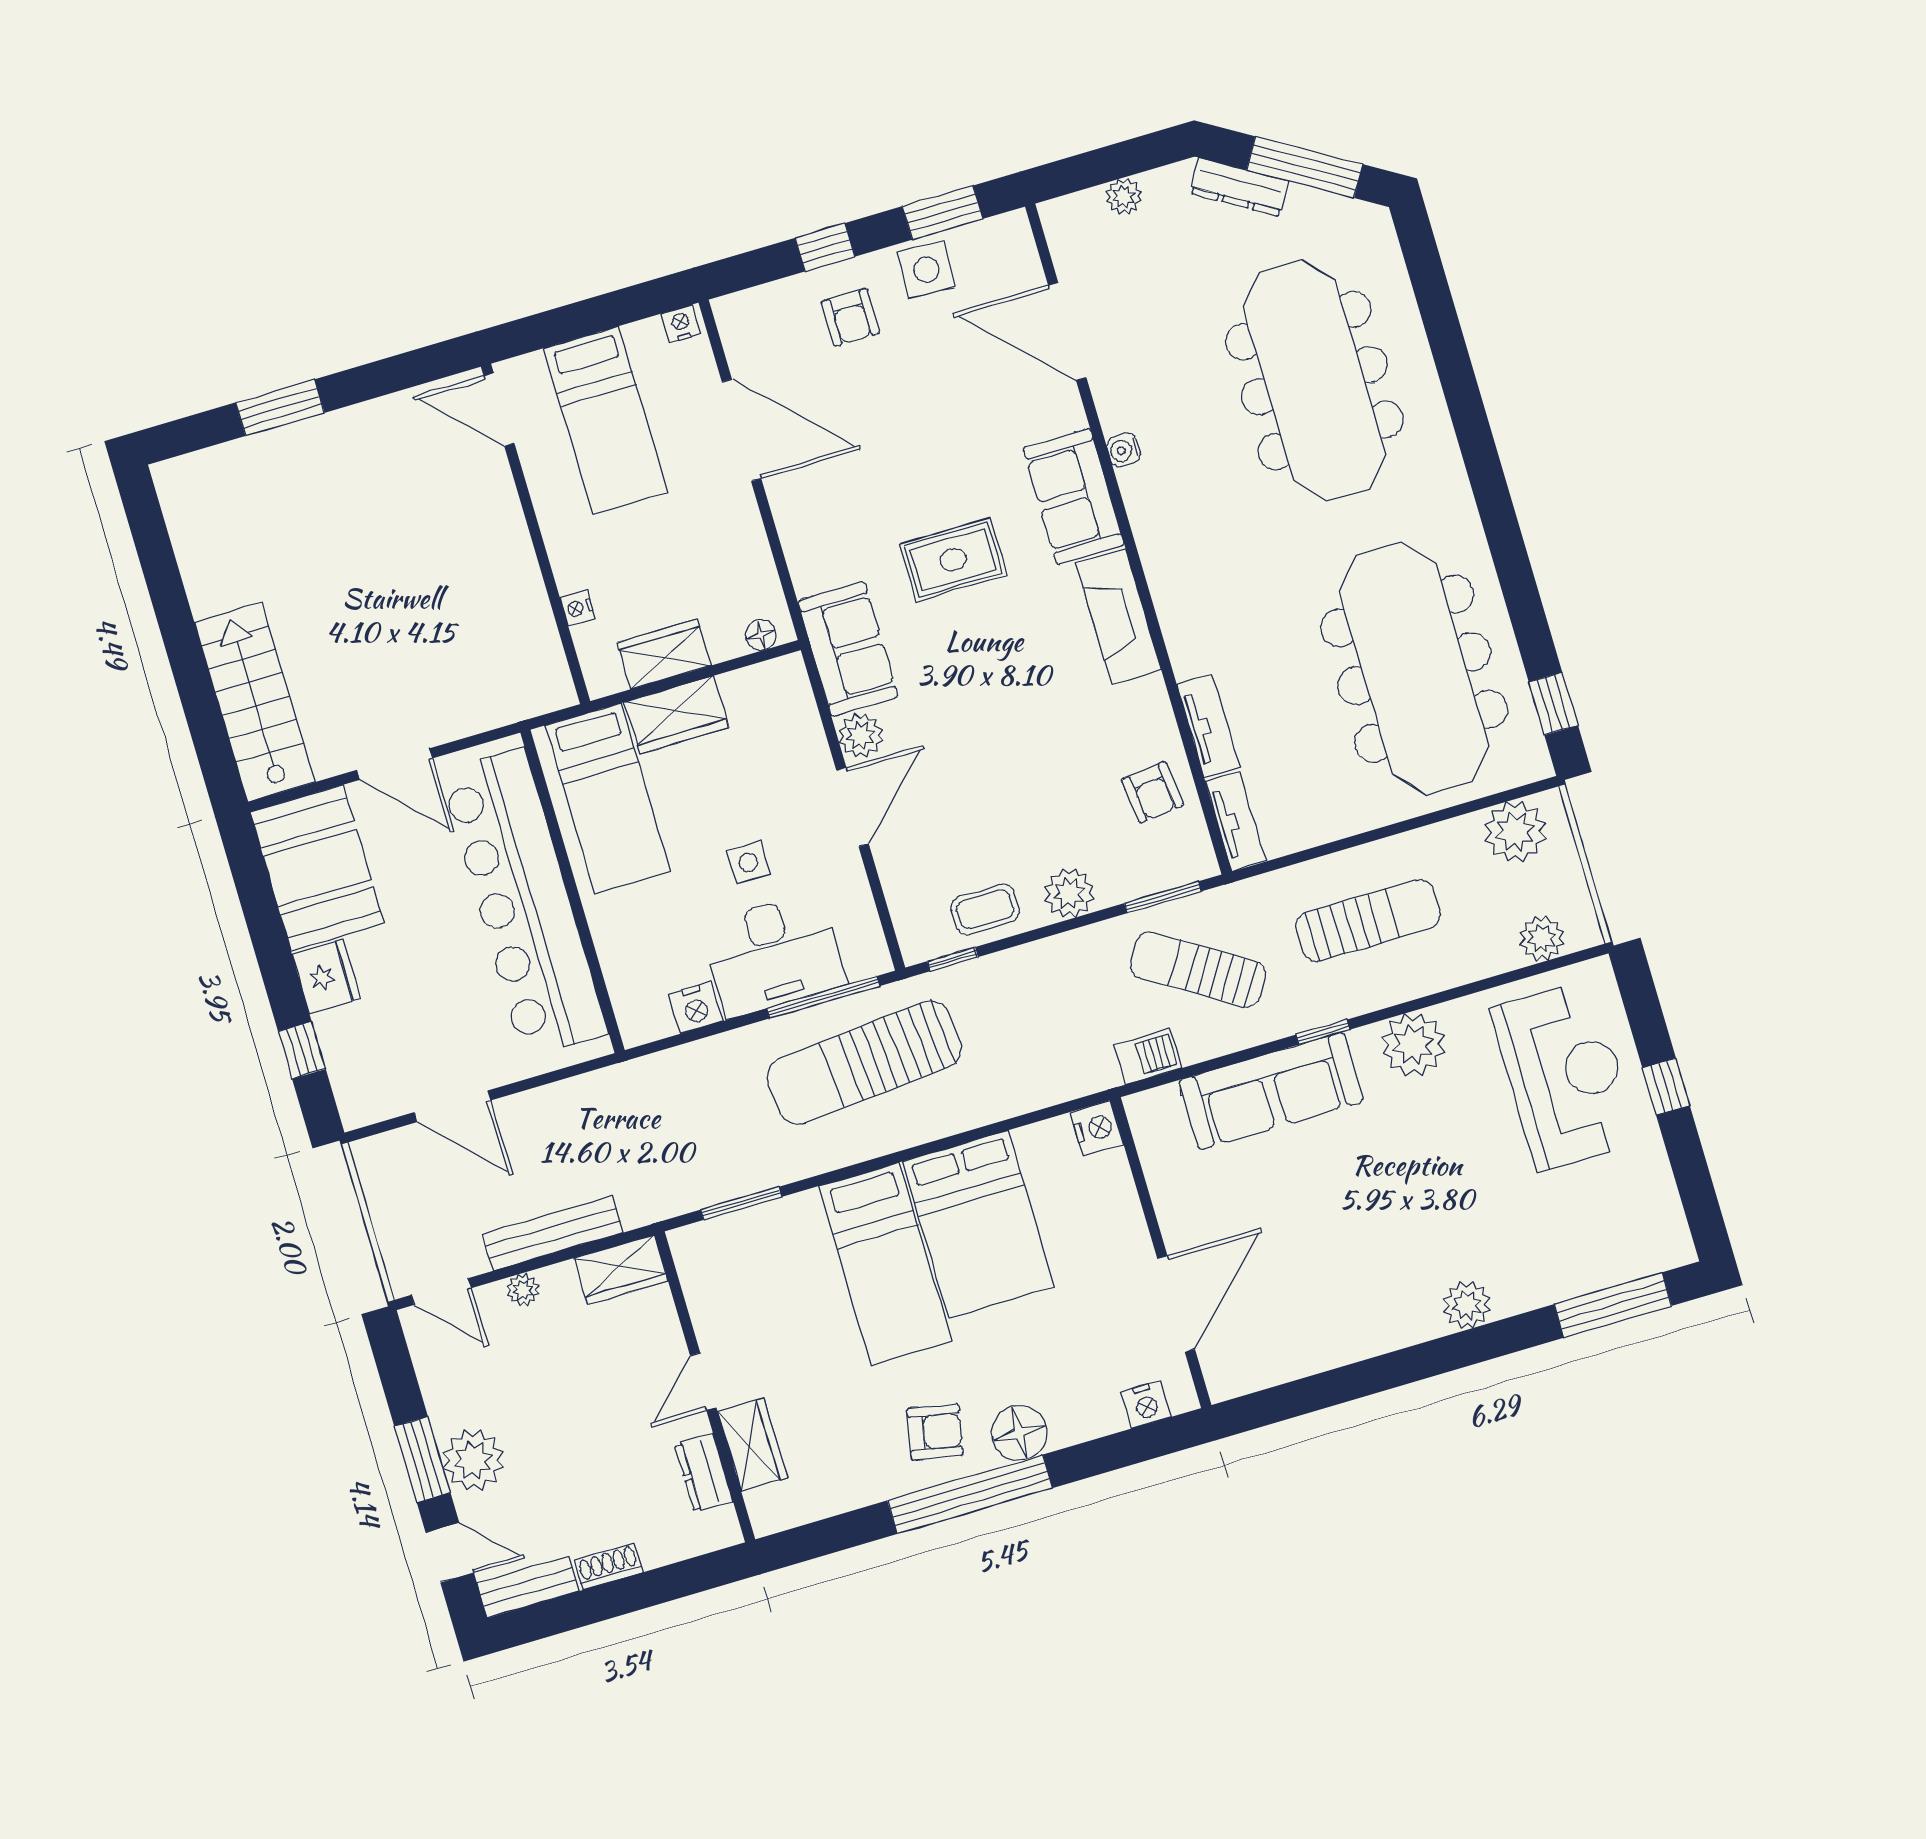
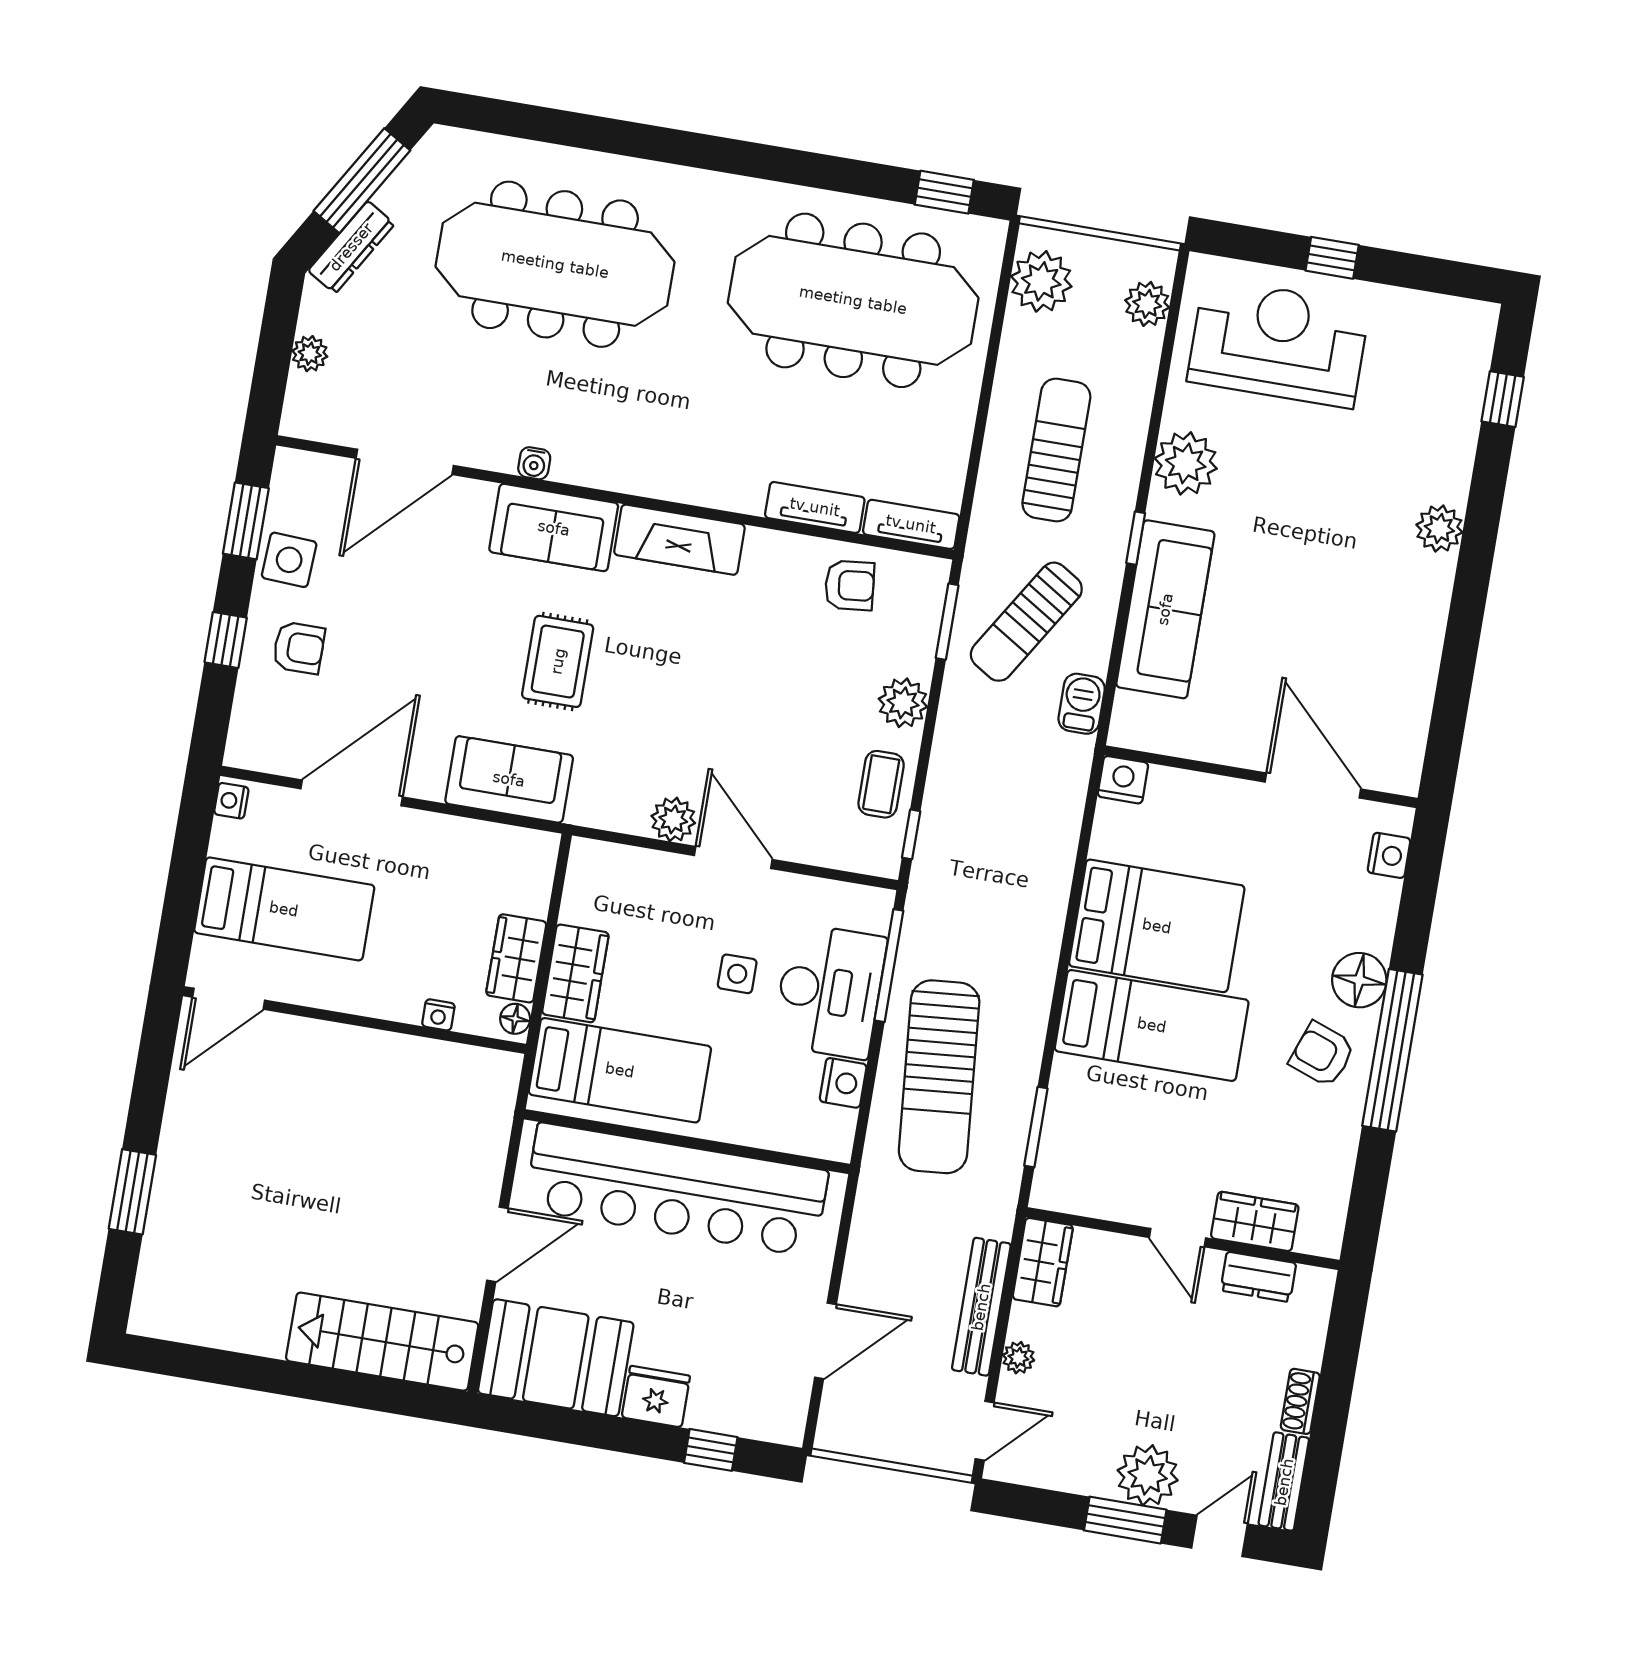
floor lamp: (761, 635) -> (515, 1019), moved
sofa: (848, 649) -> (509, 779), moved
sun lounger: (864, 1062) -> (939, 1077), moved
window: (1613, 1305) -> (1503, 399), width x0.46
armchair: (935, 1432) -> (1322, 1054), turned -81

